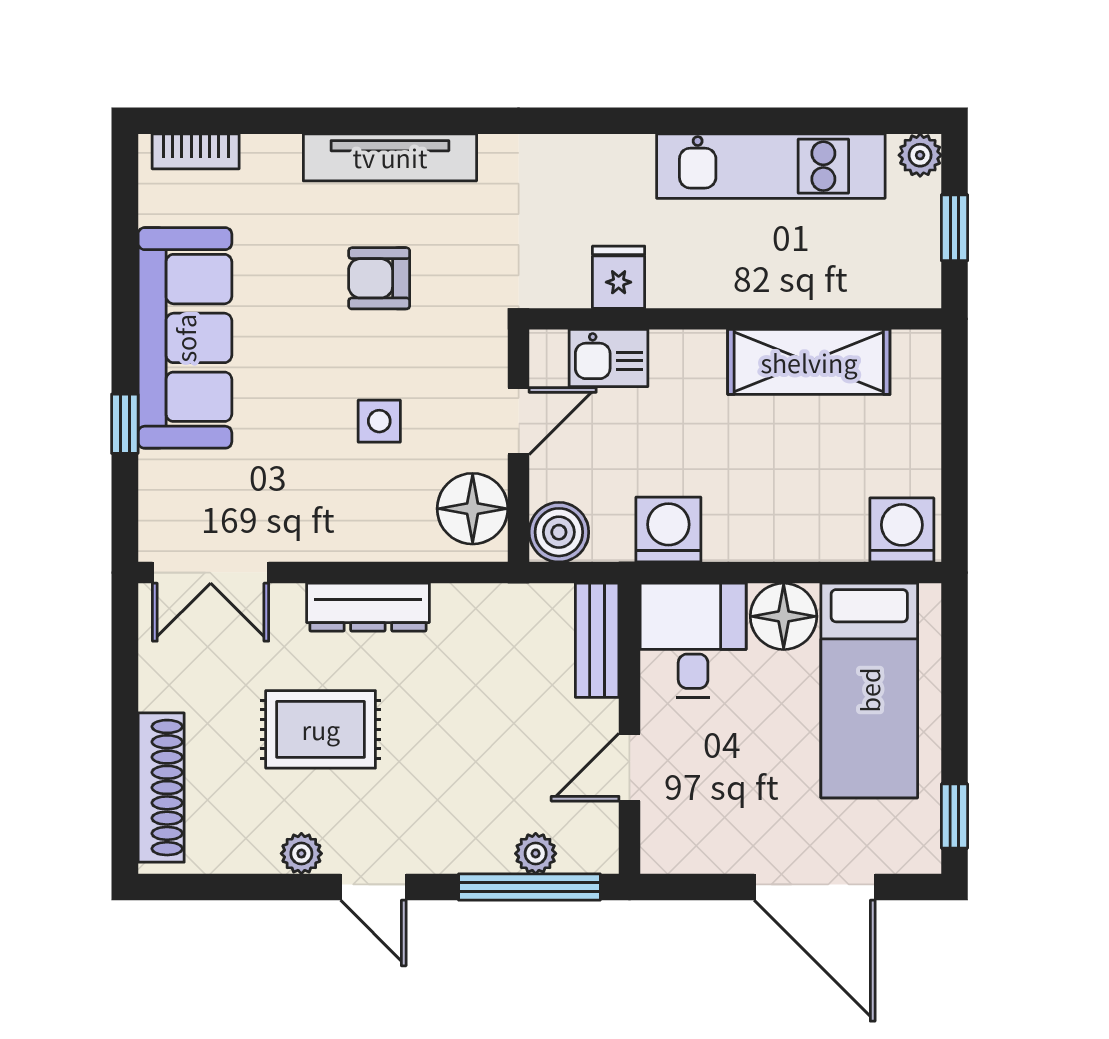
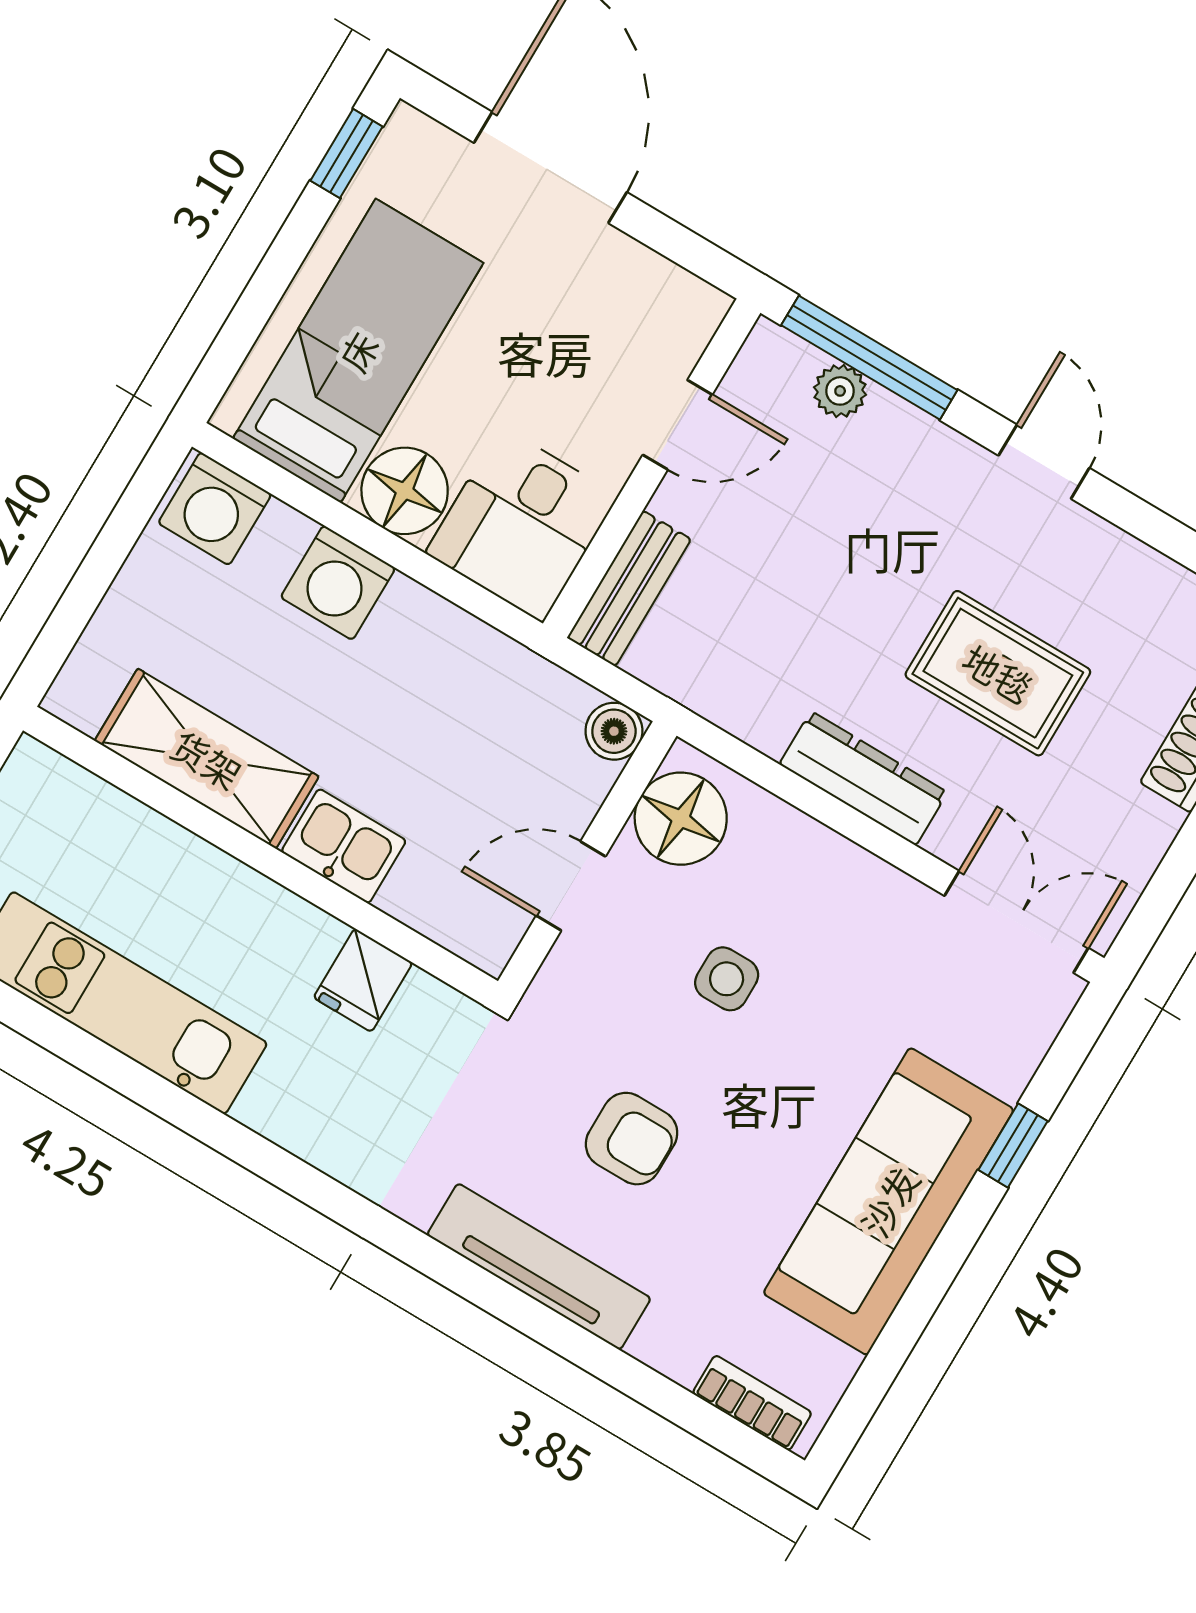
kitchen sink: (608, 358) -> (344, 846), moved
washing machine: (668, 530) -> (338, 583), moved
boiler: (559, 532) -> (614, 731), width x0.73, depth x0.73
plant: (301, 854) -> (1102, 547), removed

